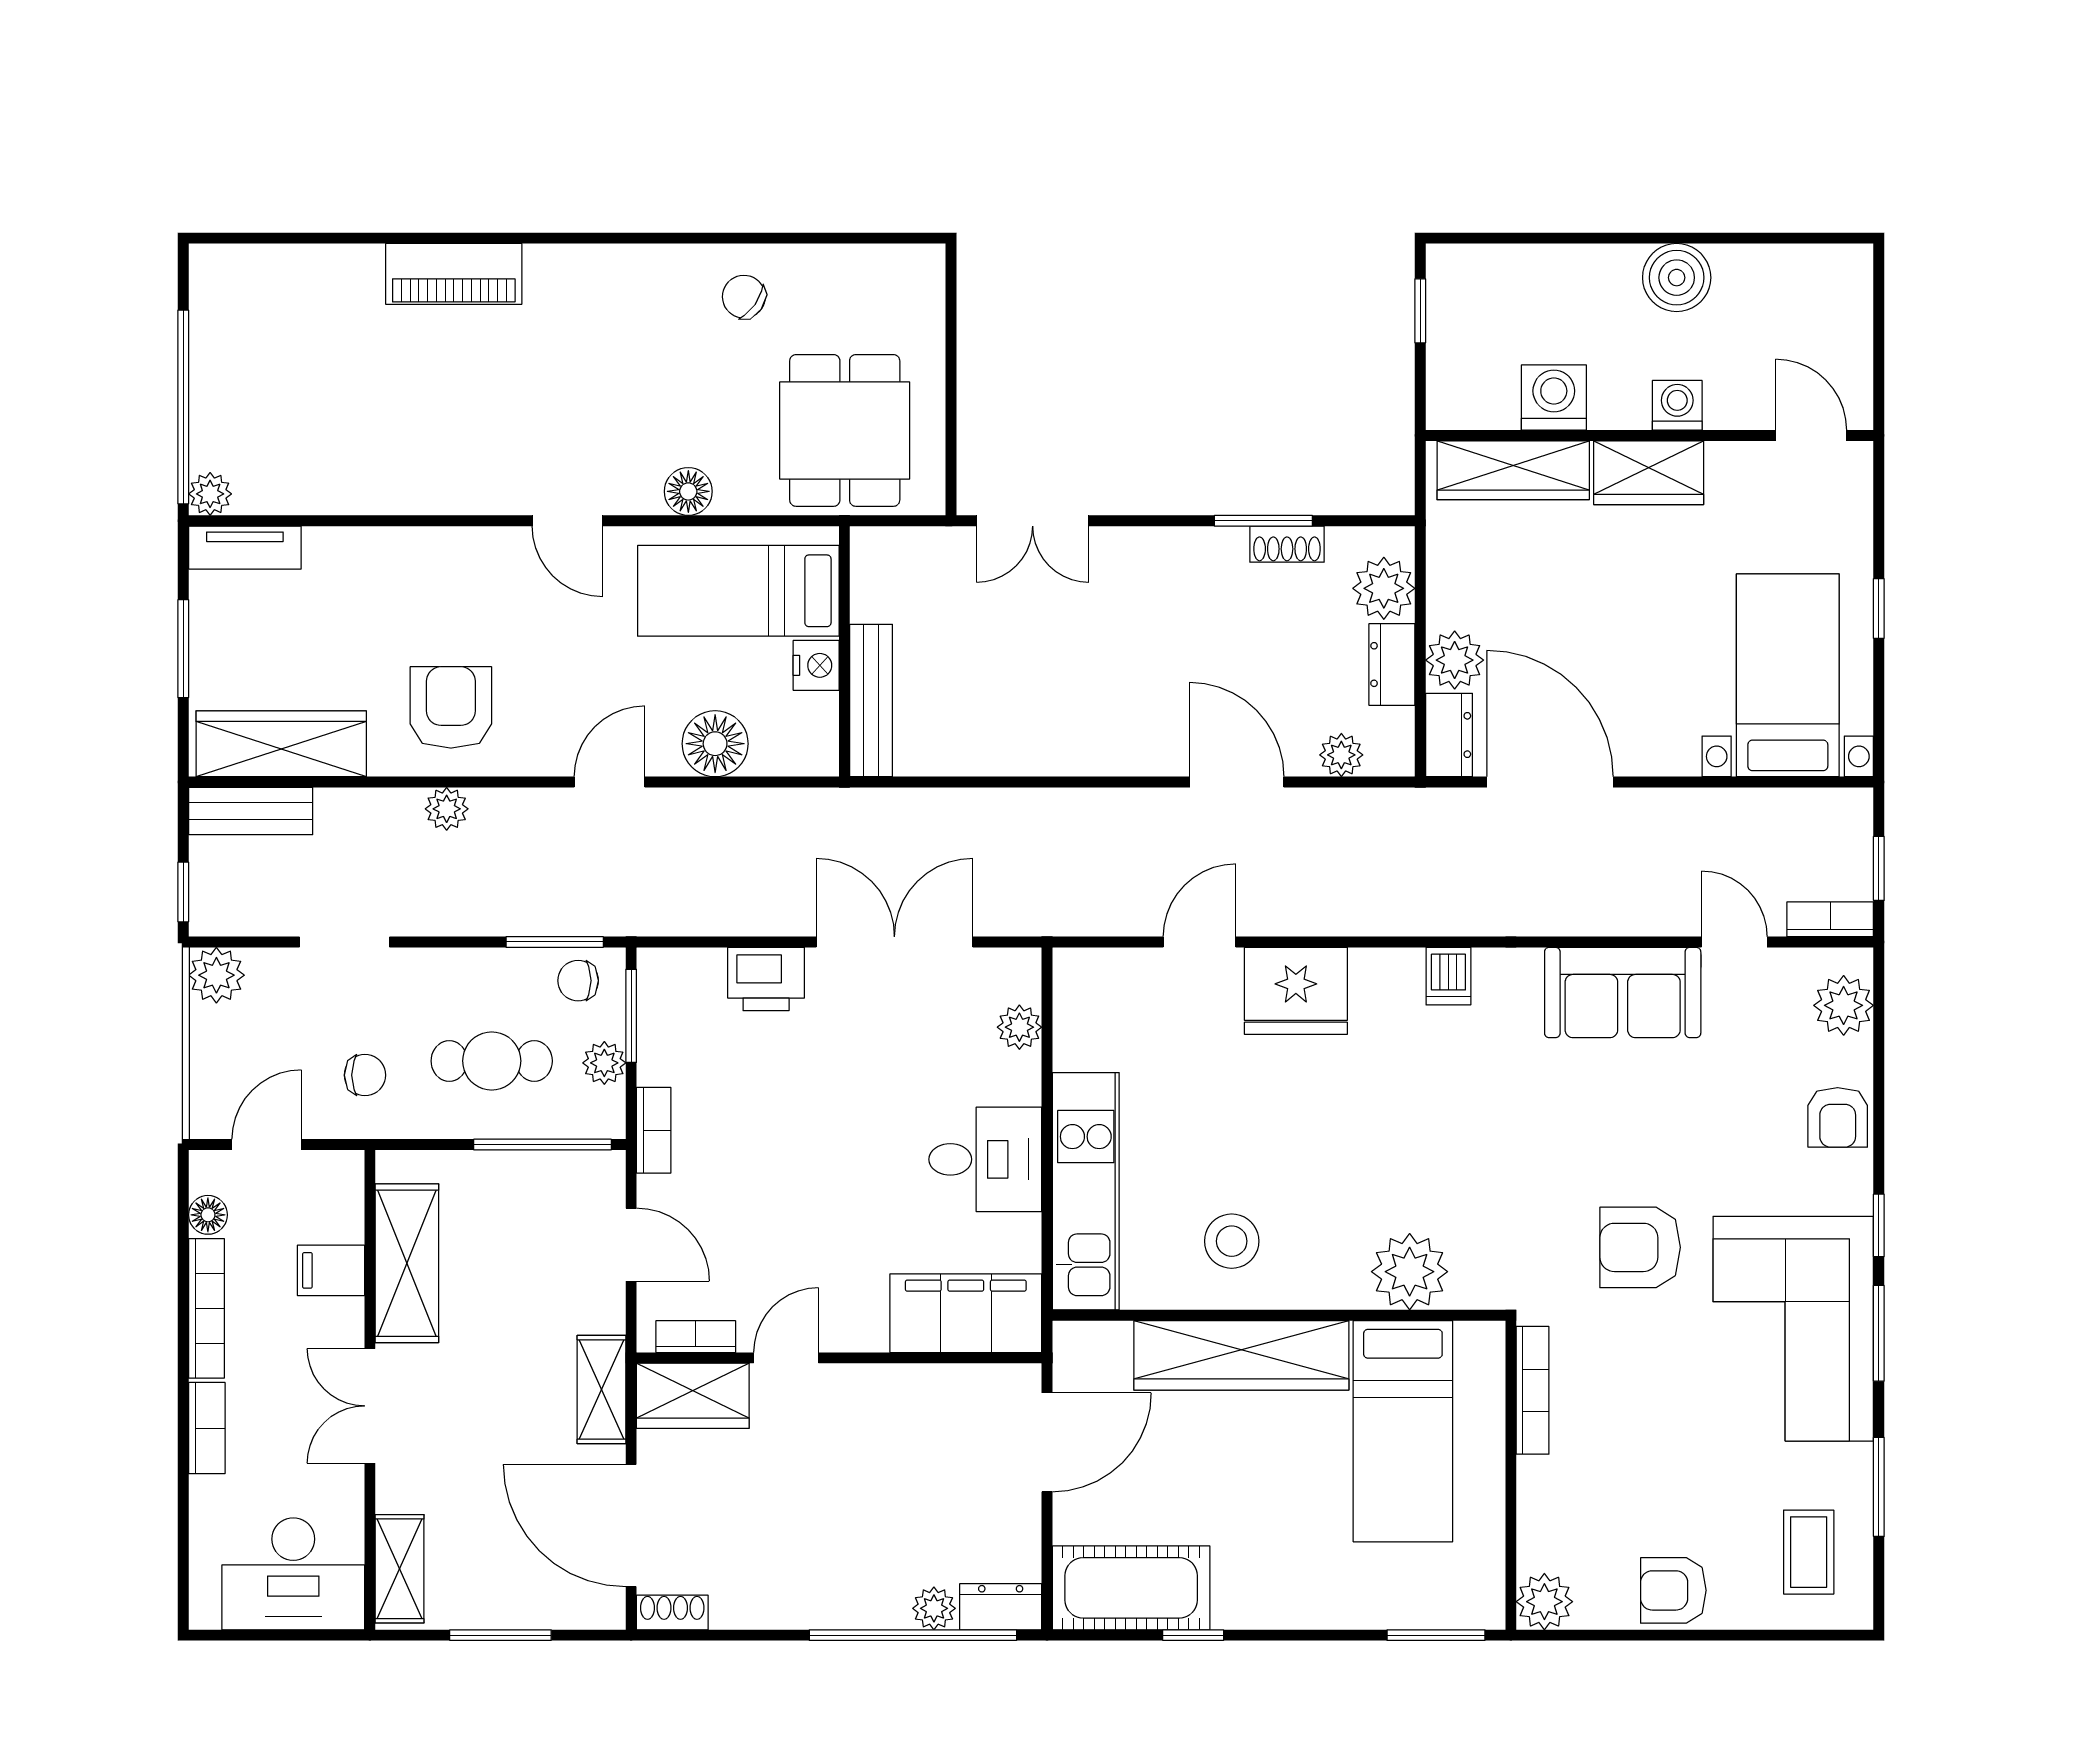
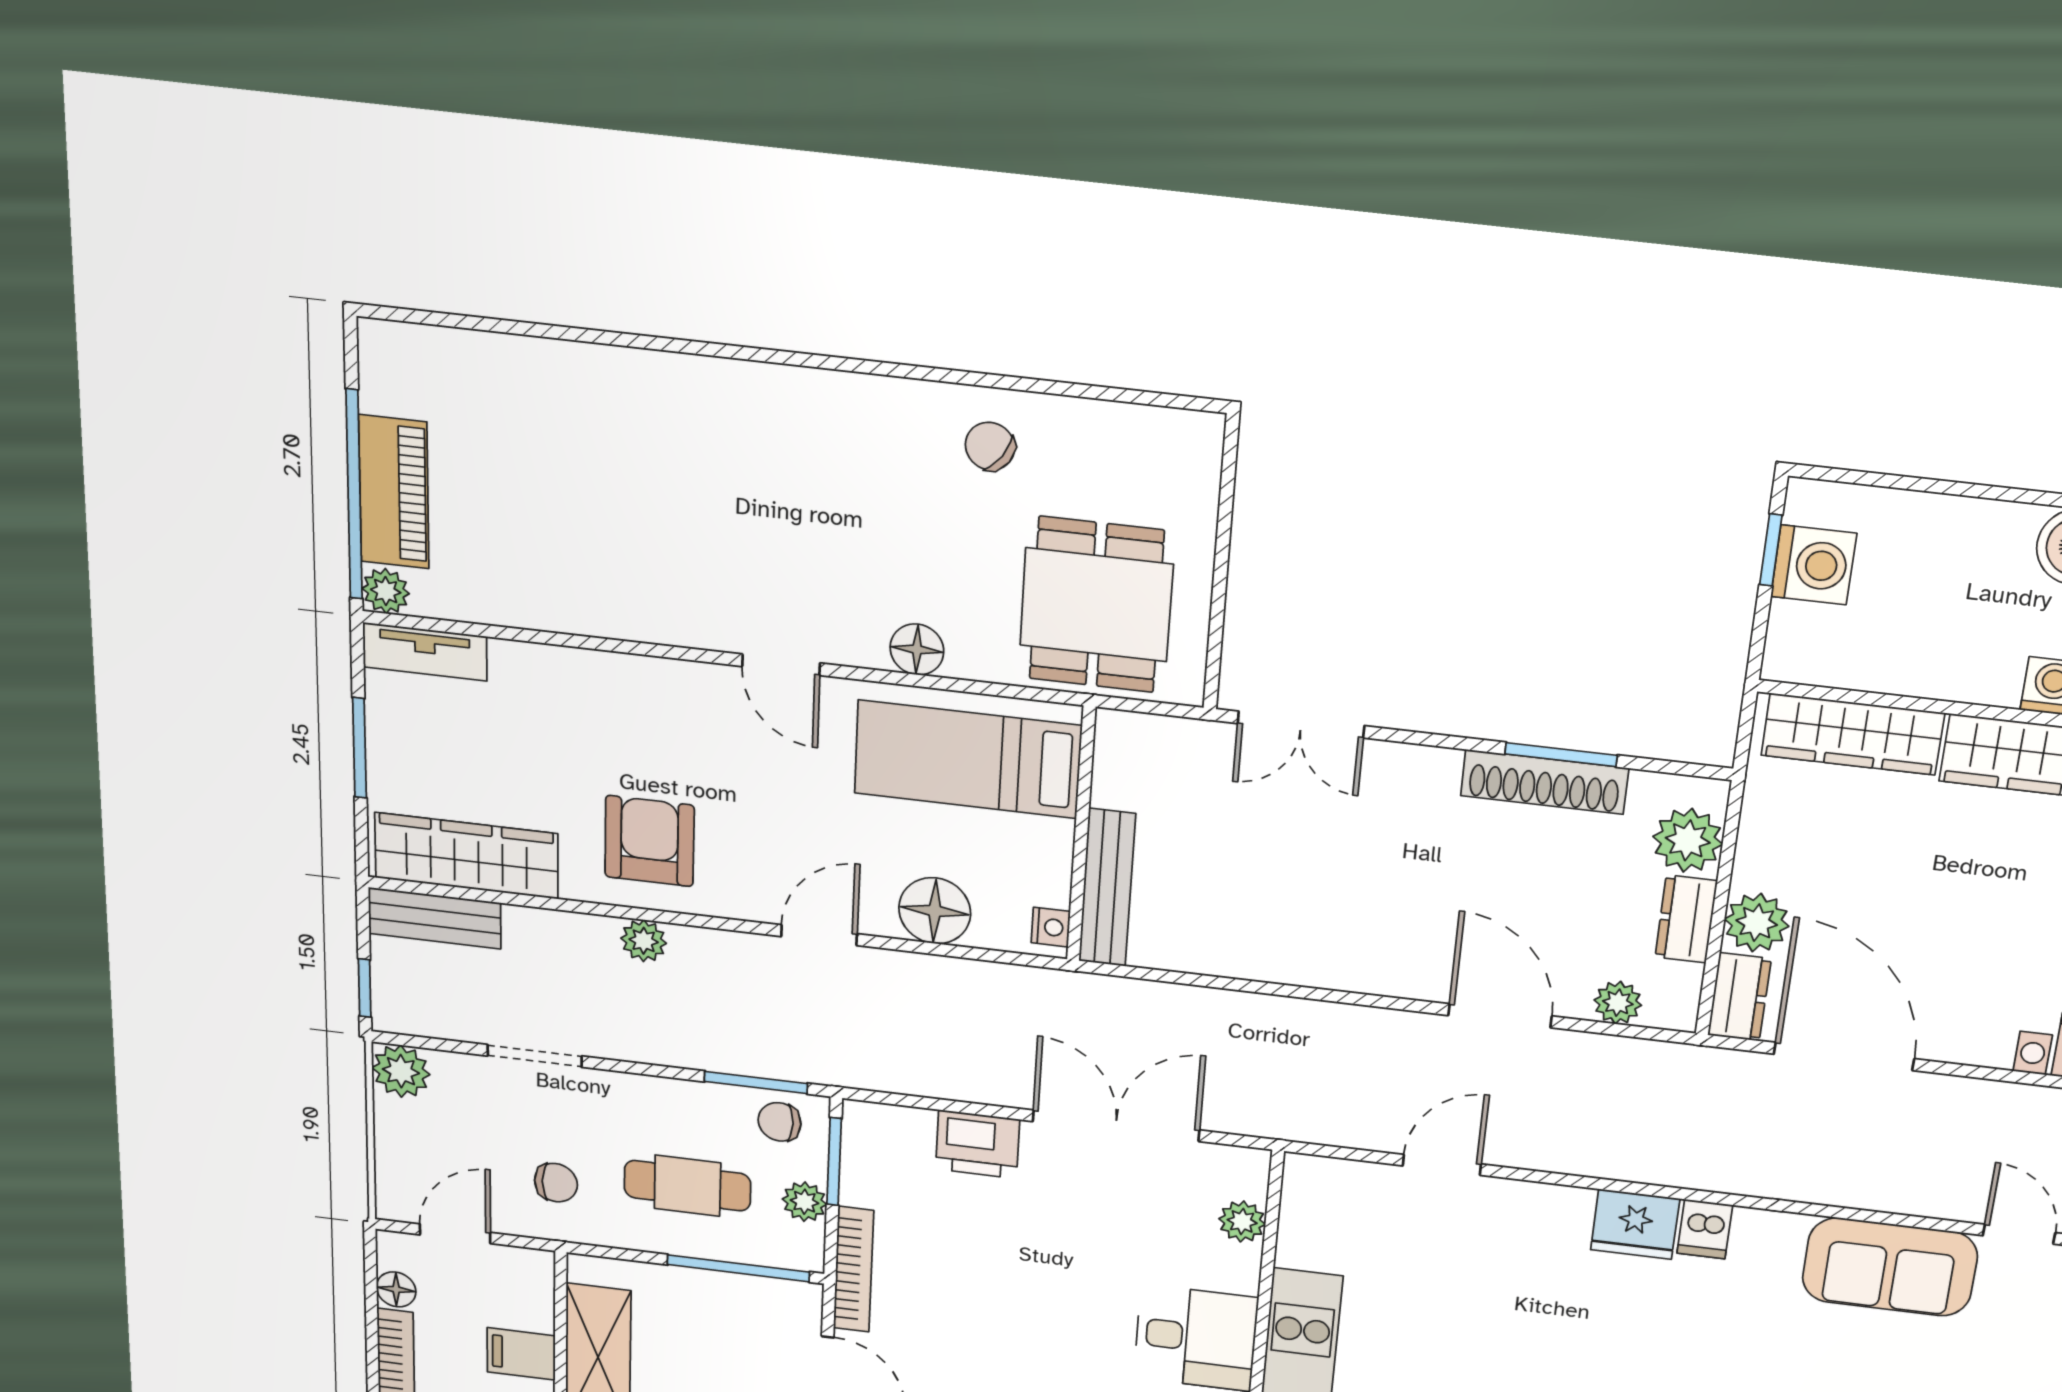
piano: (454, 274) -> (394, 492), moved, turned -90
washing machine: (1554, 398) -> (1814, 565), moved, turned 90
shoe rack: (1287, 544) -> (1545, 782), width x1.94, depth x1.24
nightstand: (816, 665) -> (1051, 927), moved, width x0.72, depth x0.74
fridge: (1296, 991) -> (1635, 1224), moved, width x0.73, depth x0.75
bookcase: (654, 1130) -> (854, 1269), width x1.56

